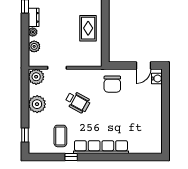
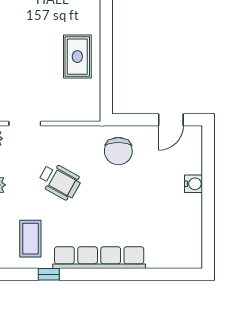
water cooler: (157, 79) -> (194, 184), moved

